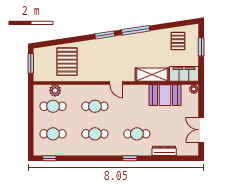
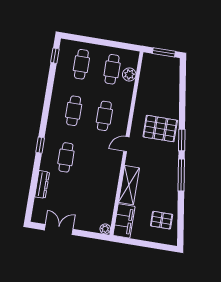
window: (201, 47) -> (151, 245), removed
pallet: (67, 62) -> (160, 129), moved
booth: (165, 95) -> (104, 196), removed

